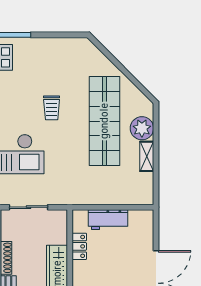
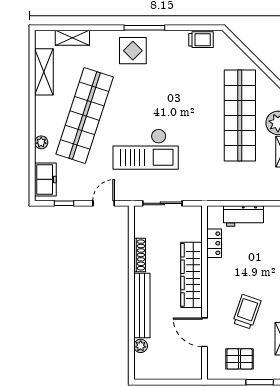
trolley: (52, 108) -> (201, 40), moved, turned -90

